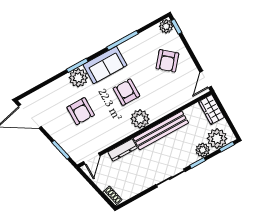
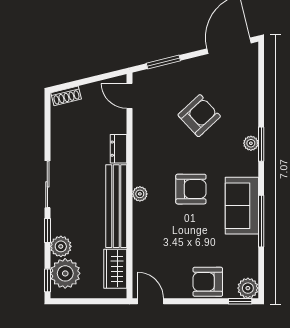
armchair: (167, 61) -> (208, 282), moved, turned -40
sofa: (105, 65) -> (242, 206), moved
plant: (78, 78) -> (251, 143), width x0.53, depth x0.53
wardrobe: (211, 110) -> (115, 269), moved, turned -90
armchair: (81, 111) -> (199, 116), turned 137
plant: (140, 119) -> (140, 194), width x0.53, depth x0.53
dresser: (123, 150) -> (118, 149), width x0.70

